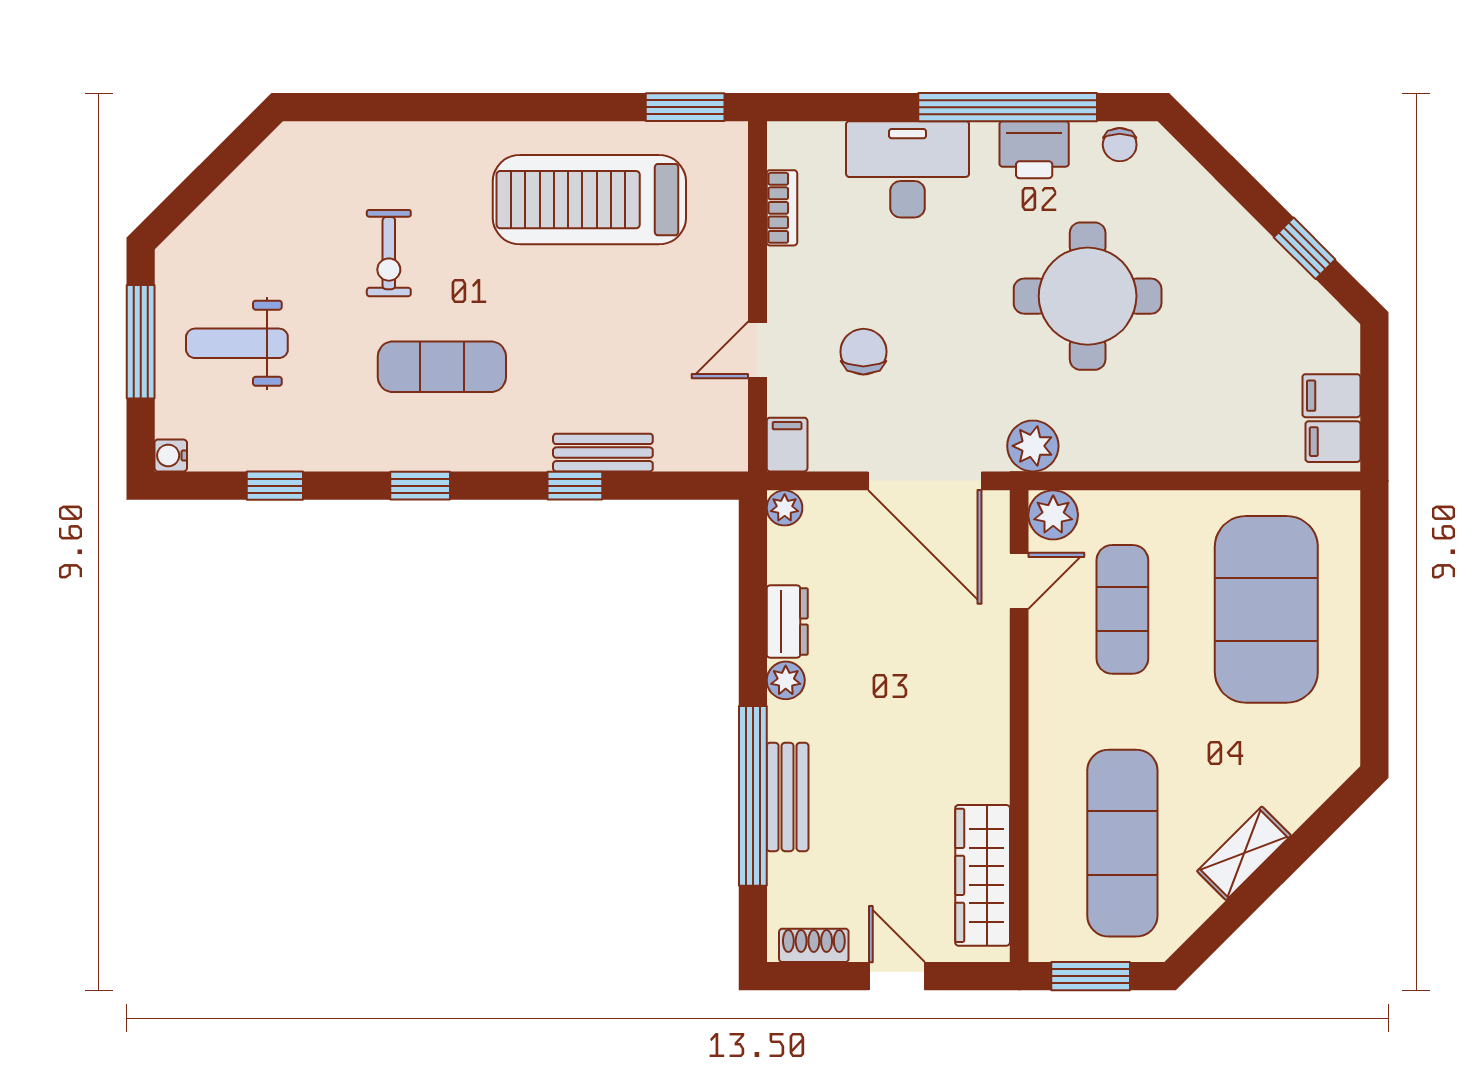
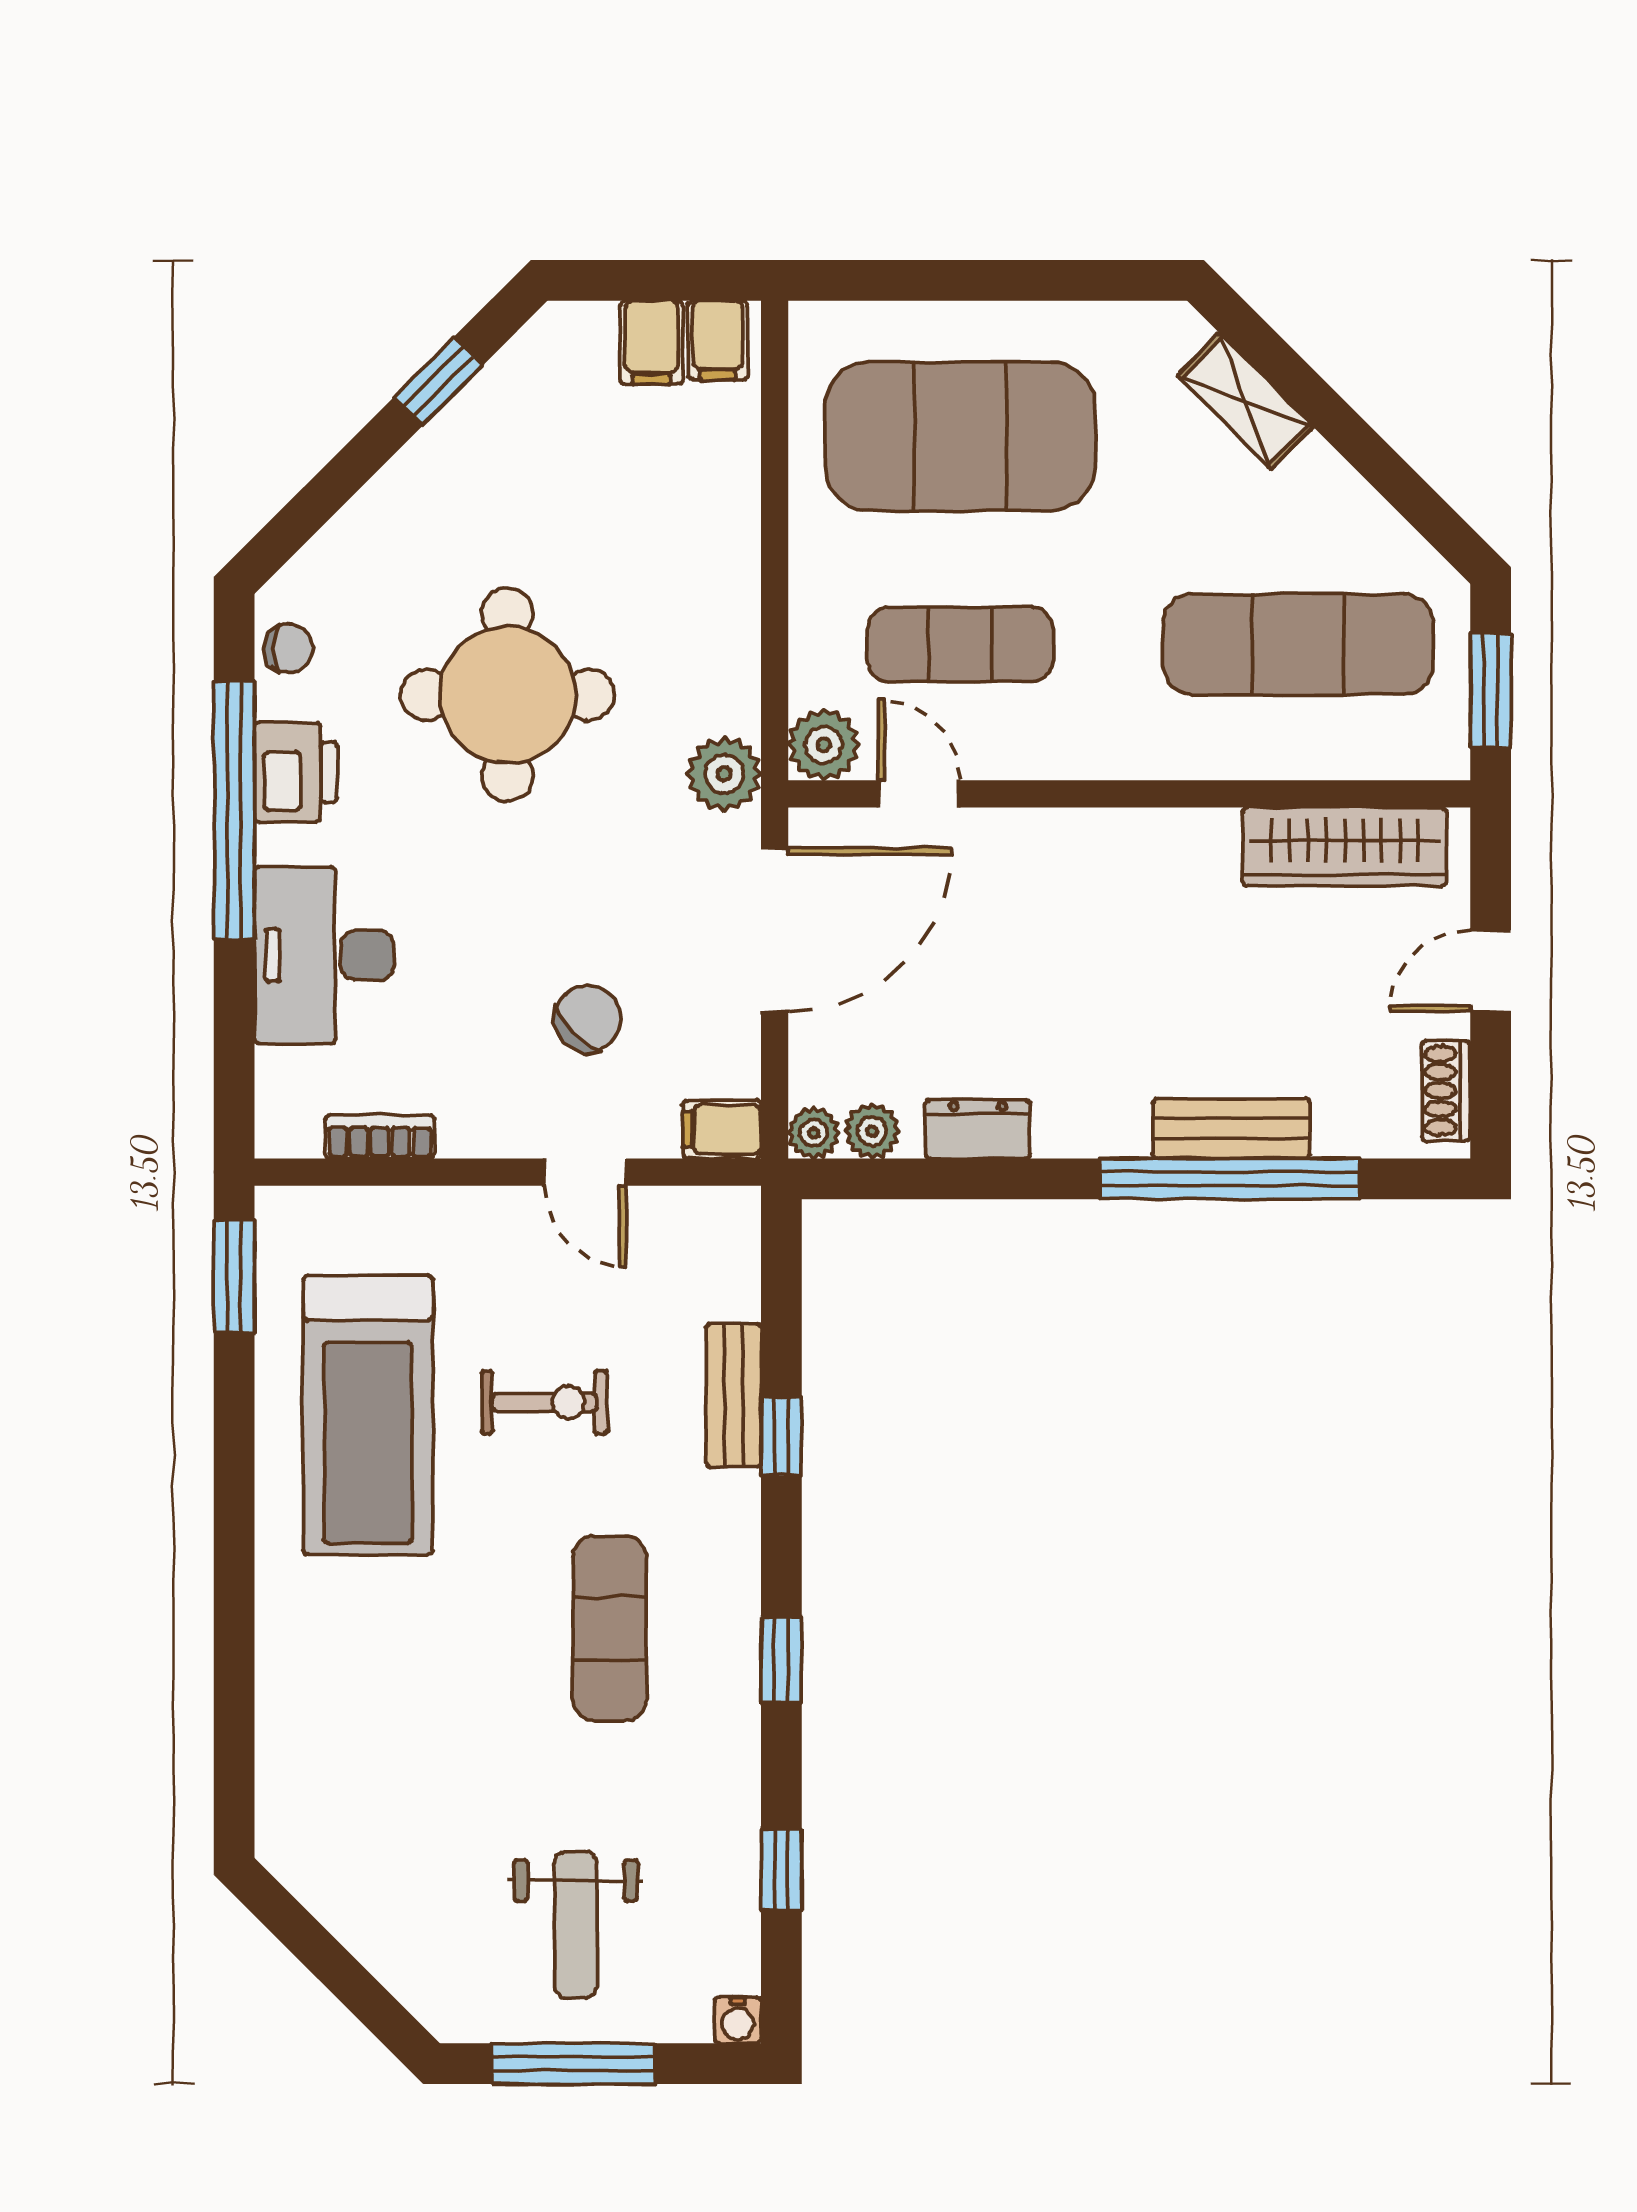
exercise bike: (389, 253) -> (545, 1402), moved
chair: (863, 352) -> (588, 1019), turned 135
plant: (786, 680) -> (872, 1131), moved
shelving: (1244, 853) -> (1245, 401), moved

